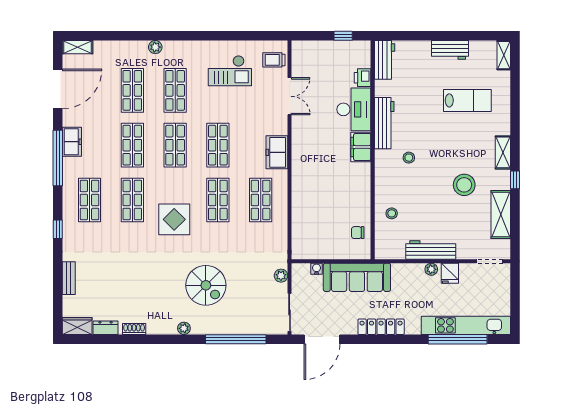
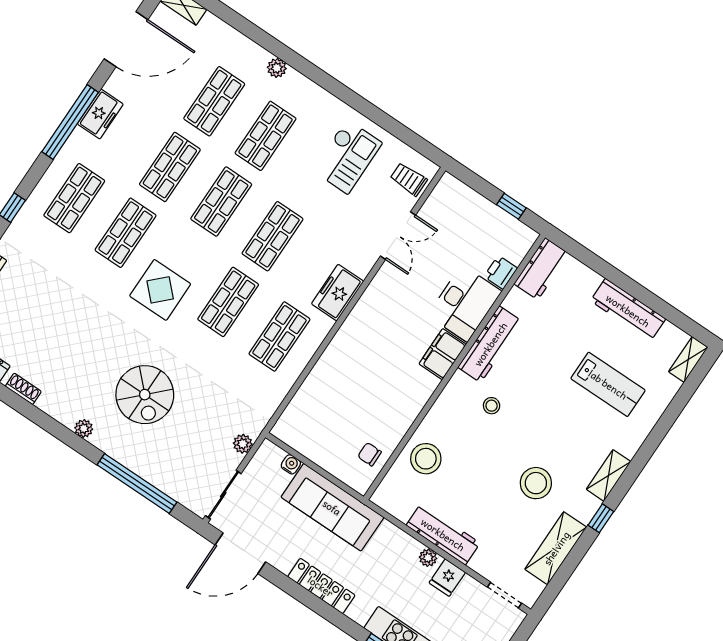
workbench: (450, 50) -> (628, 310), width x1.38
checkout: (230, 71) -> (347, 157), turned -90
stool: (392, 213) -> (426, 459), width x1.89, depth x1.89

